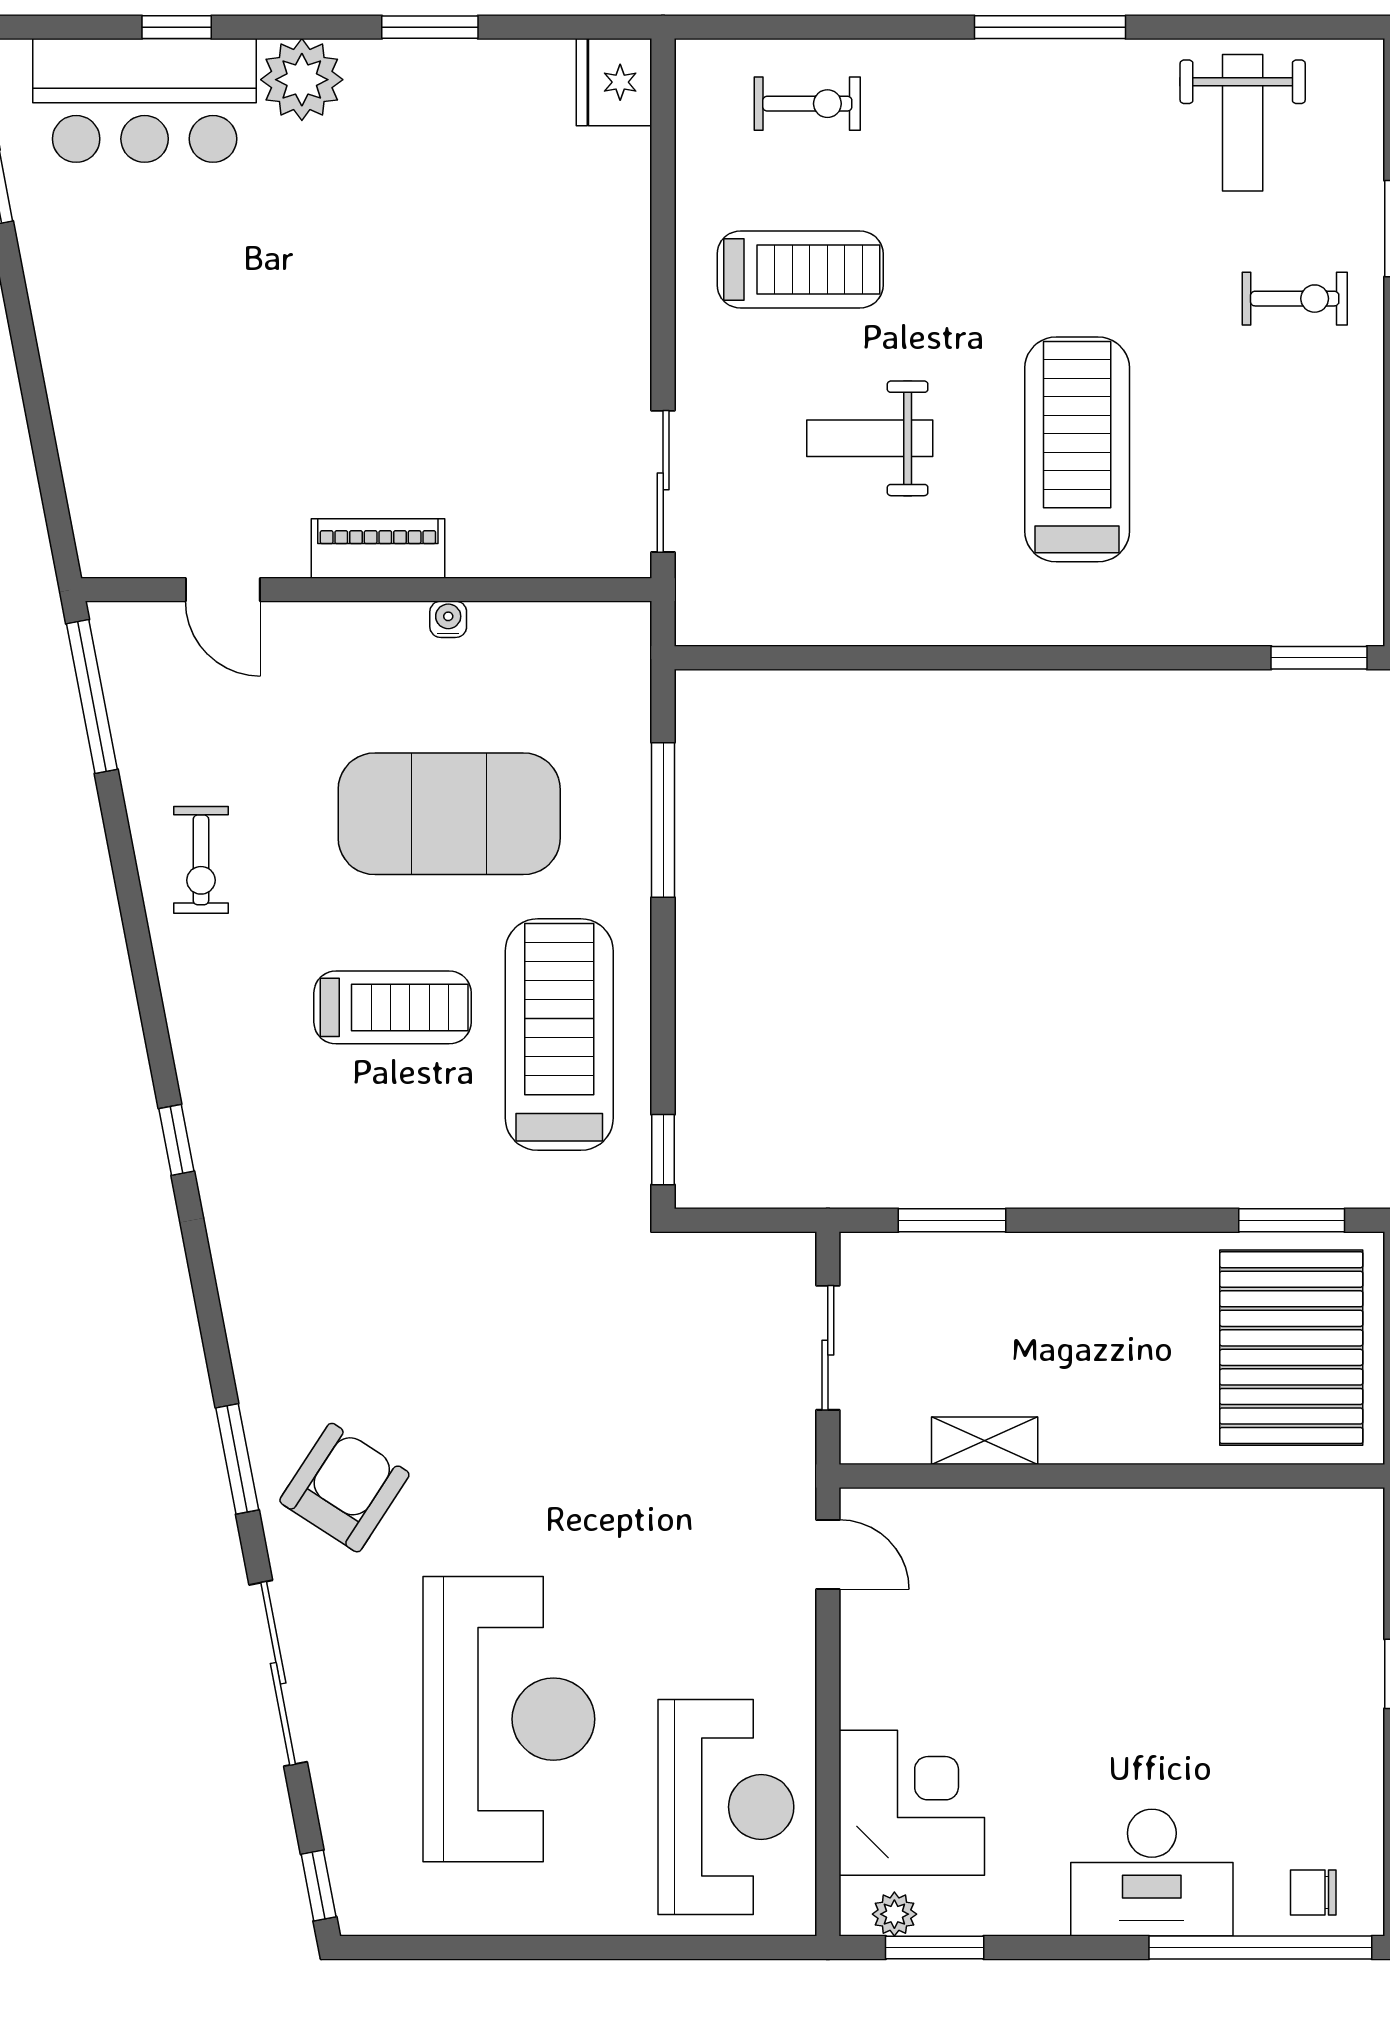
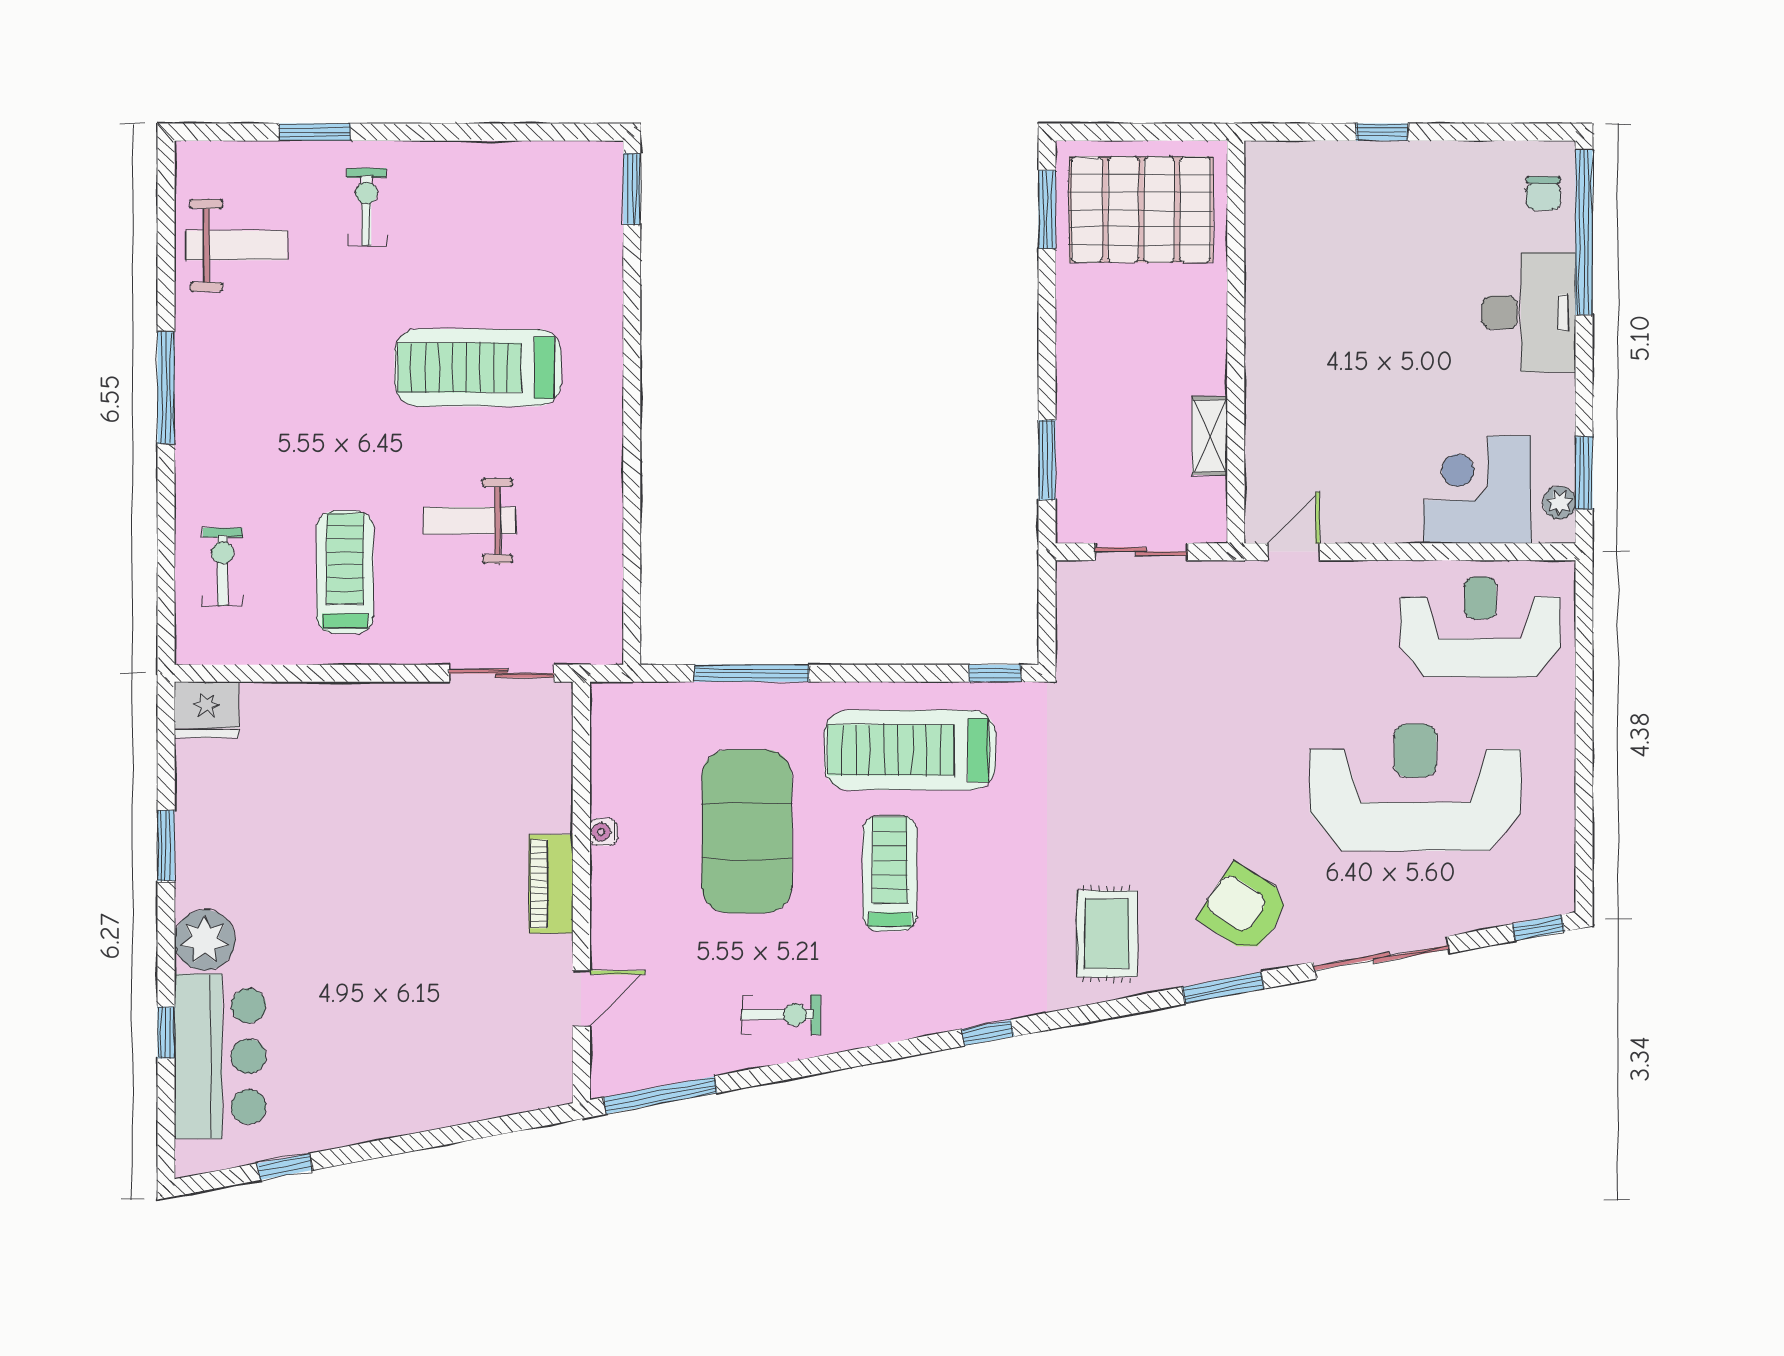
weight bench: (870, 438) -> (470, 521), turned 90
rug: (310, 1301) -> (1107, 934), added

